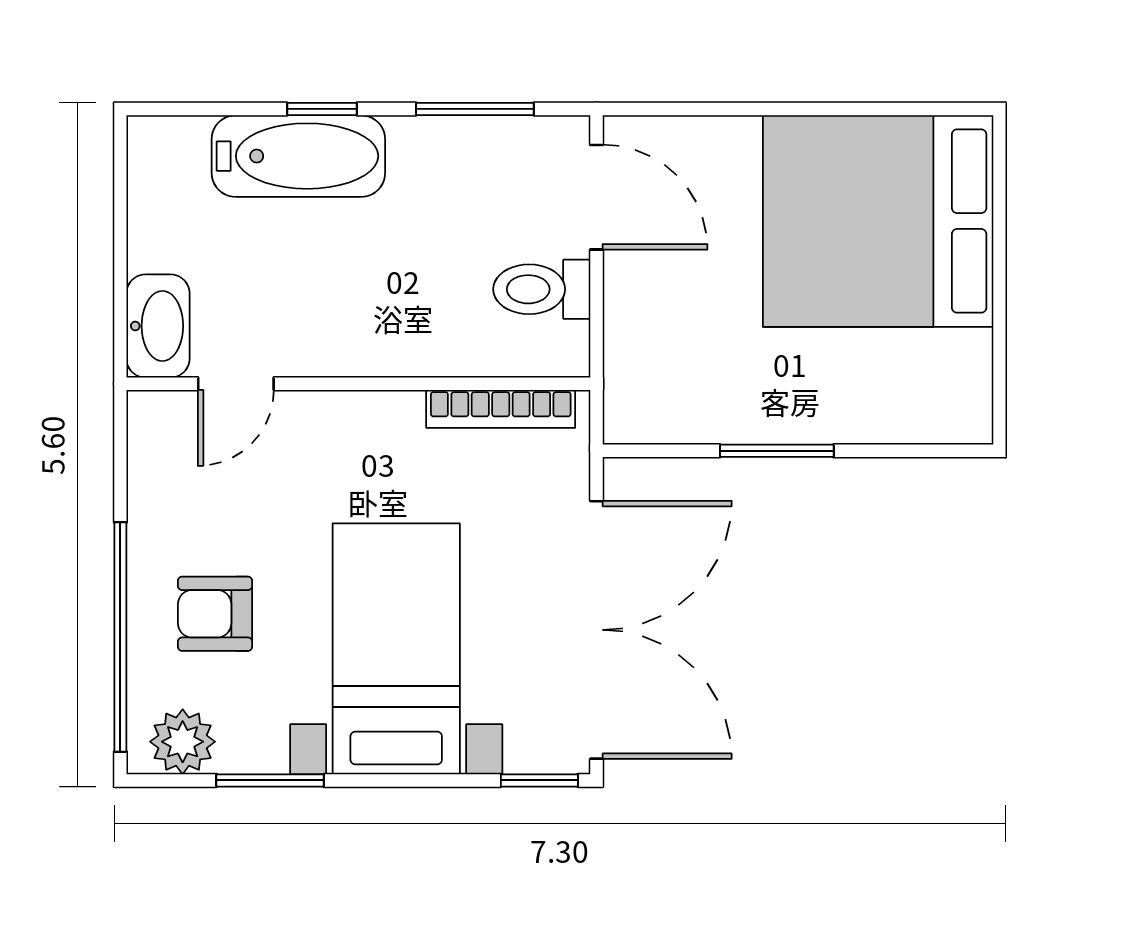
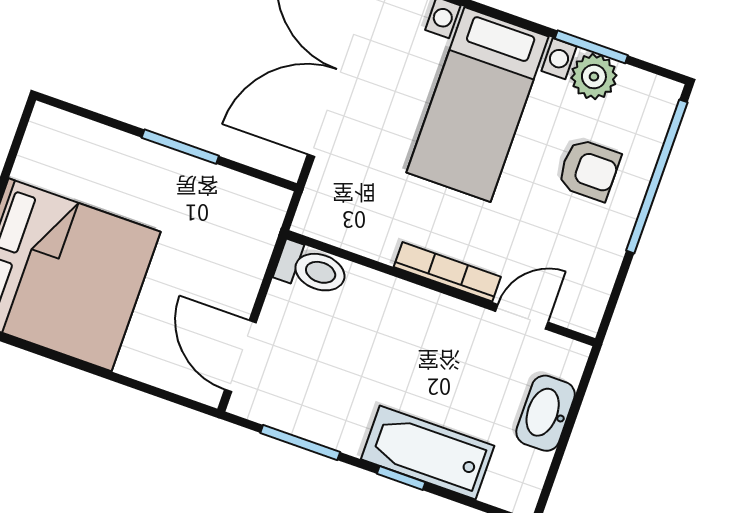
toilet: (542, 289) -> (312, 269), moved
washbasin: (158, 326) -> (546, 413), moved
bookcase: (501, 409) -> (447, 272), moved
plant: (183, 742) -> (594, 77), moved

